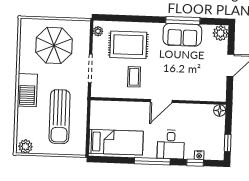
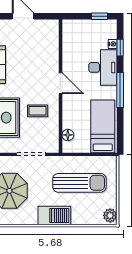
floor lamp: (220, 111) -> (68, 135), moved
desk: (171, 144) -> (103, 67), width x1.37

